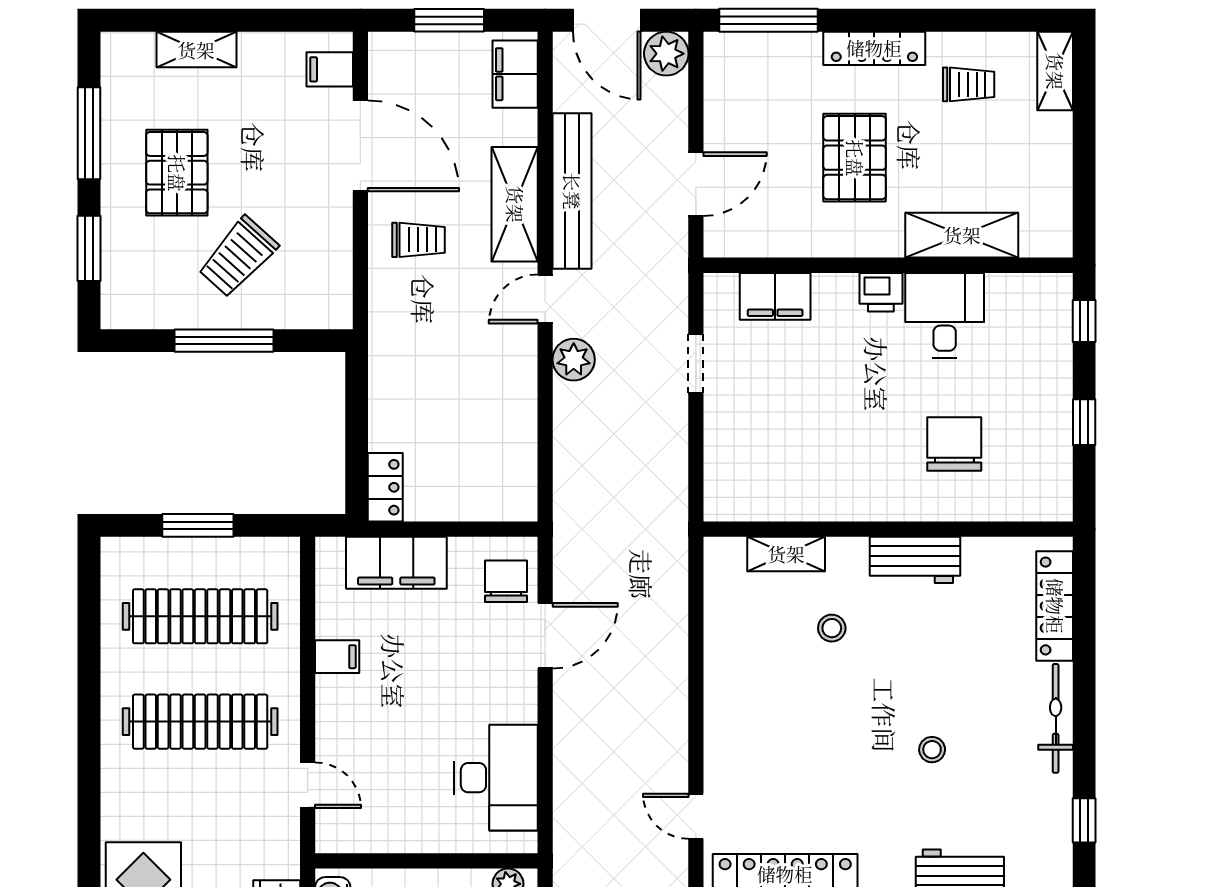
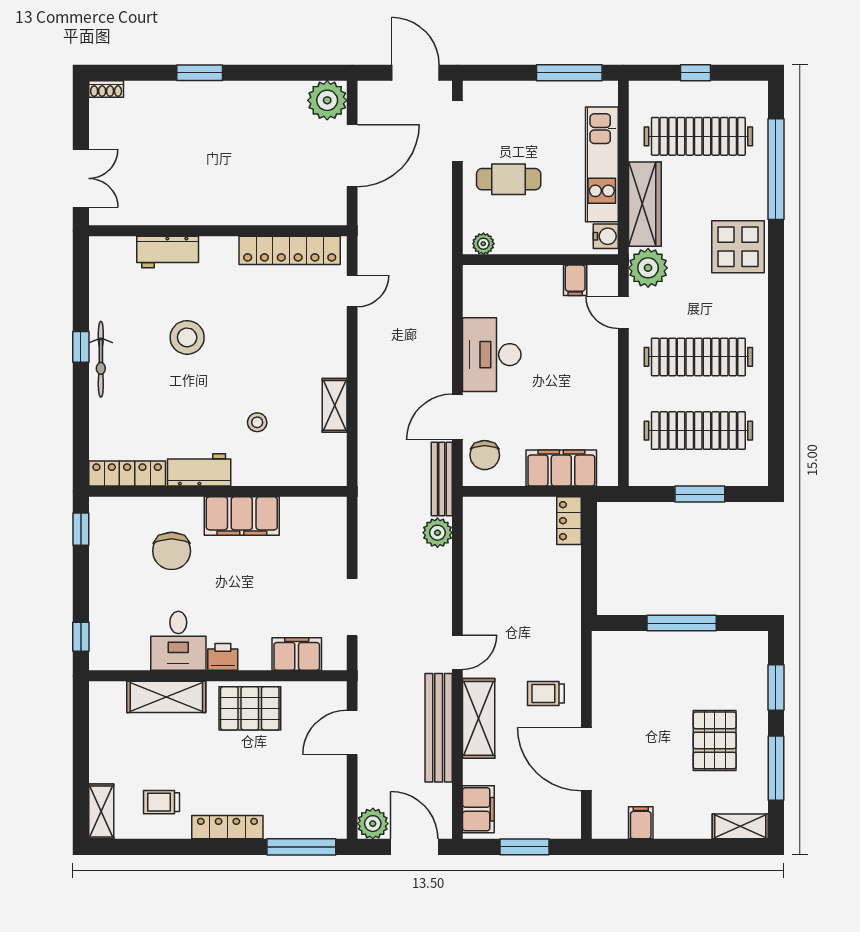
shelving: (196, 50) -> (740, 826), moved
filing cabinet: (330, 69) -> (641, 823), moved, turned -90
pallet: (855, 158) -> (250, 708), moved, turned 90
trolley: (238, 257) -> (672, 682), removed
plant: (574, 360) -> (437, 533), moved
doorway: (696, 363) -> (352, 607), width x1.38
window: (1084, 422) -> (81, 529), moved
filing cabinet: (854, 494) -> (242, 516), added
bench: (567, 547) -> (442, 479), added
shelving: (786, 554) -> (335, 405), moved, turned 90
locker: (1055, 606) -> (127, 473), moved, turned -90
filing cabinet: (337, 657) -> (575, 280), moved, turned -90
stool: (932, 750) -> (187, 337), width x1.89, depth x1.89
desk: (496, 778) -> (492, 355), moved
door: (696, 816) -> (352, 291), hinge flipped
window: (1084, 820) -> (81, 347), moved
plant: (272, 849) -> (648, 268), added

